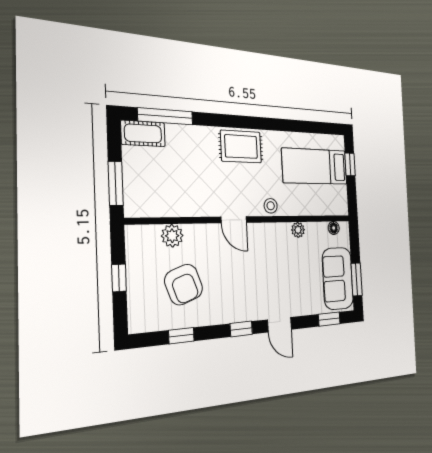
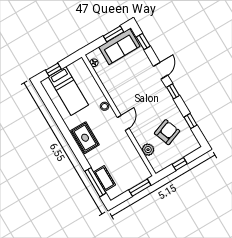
cot: (143, 133) -> (105, 178), moved
plant: (298, 230) -> (108, 84), removed

